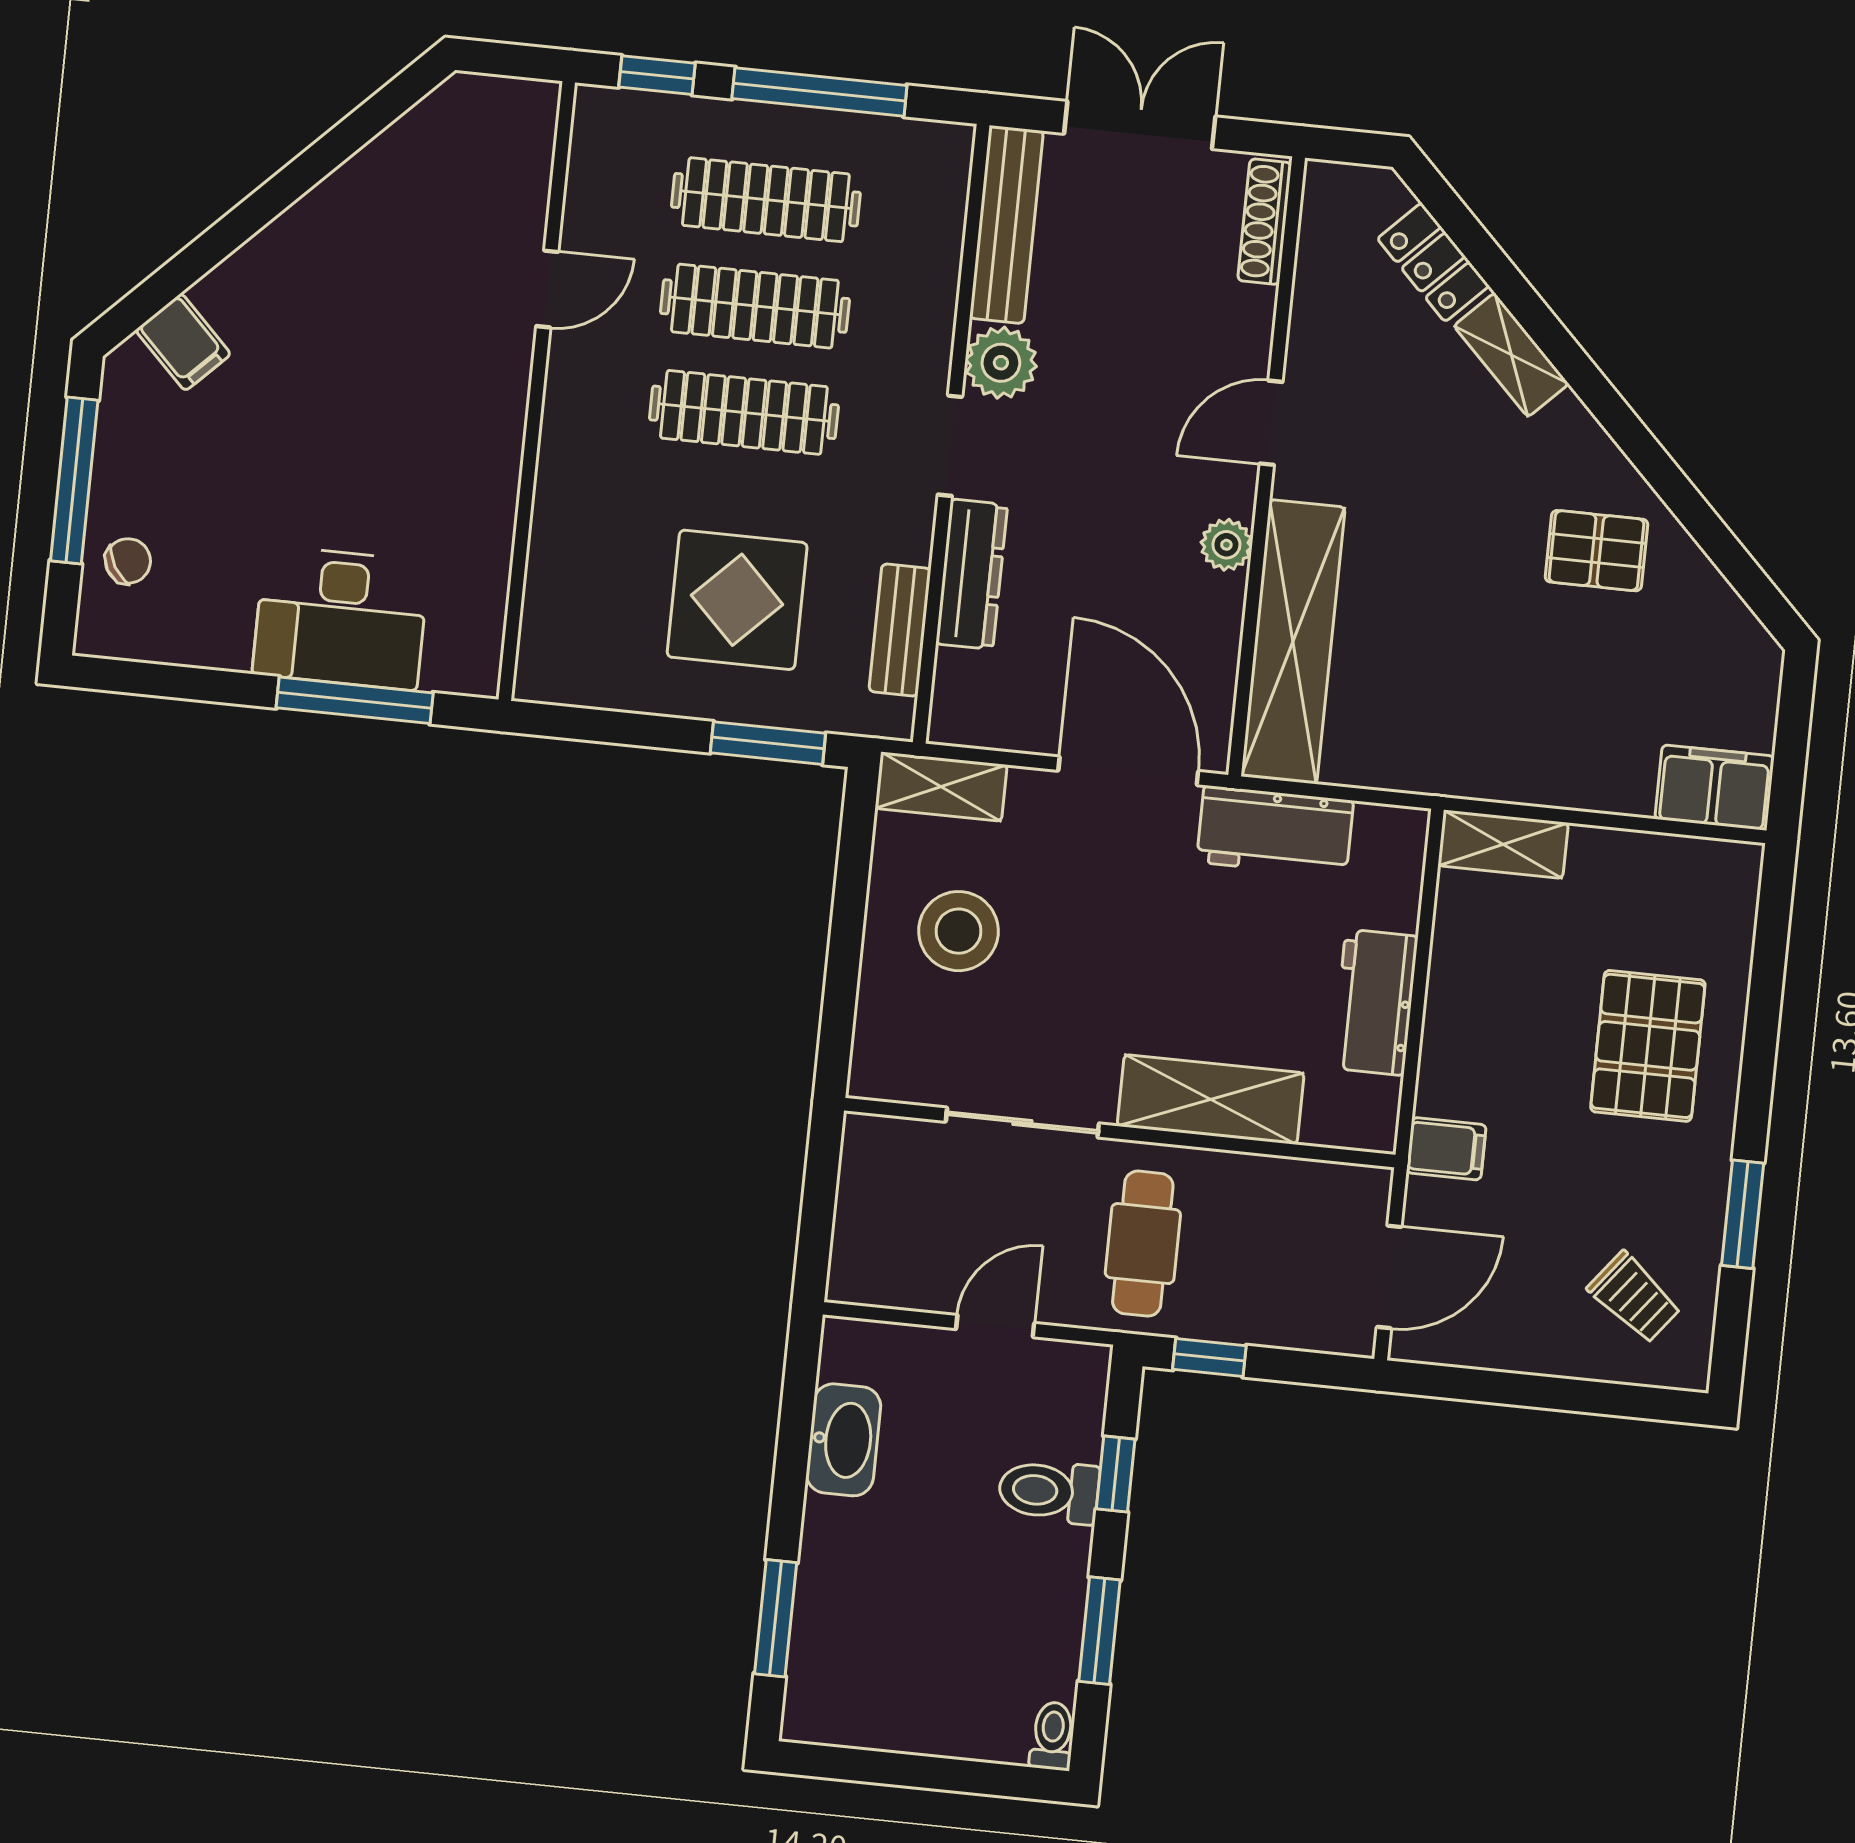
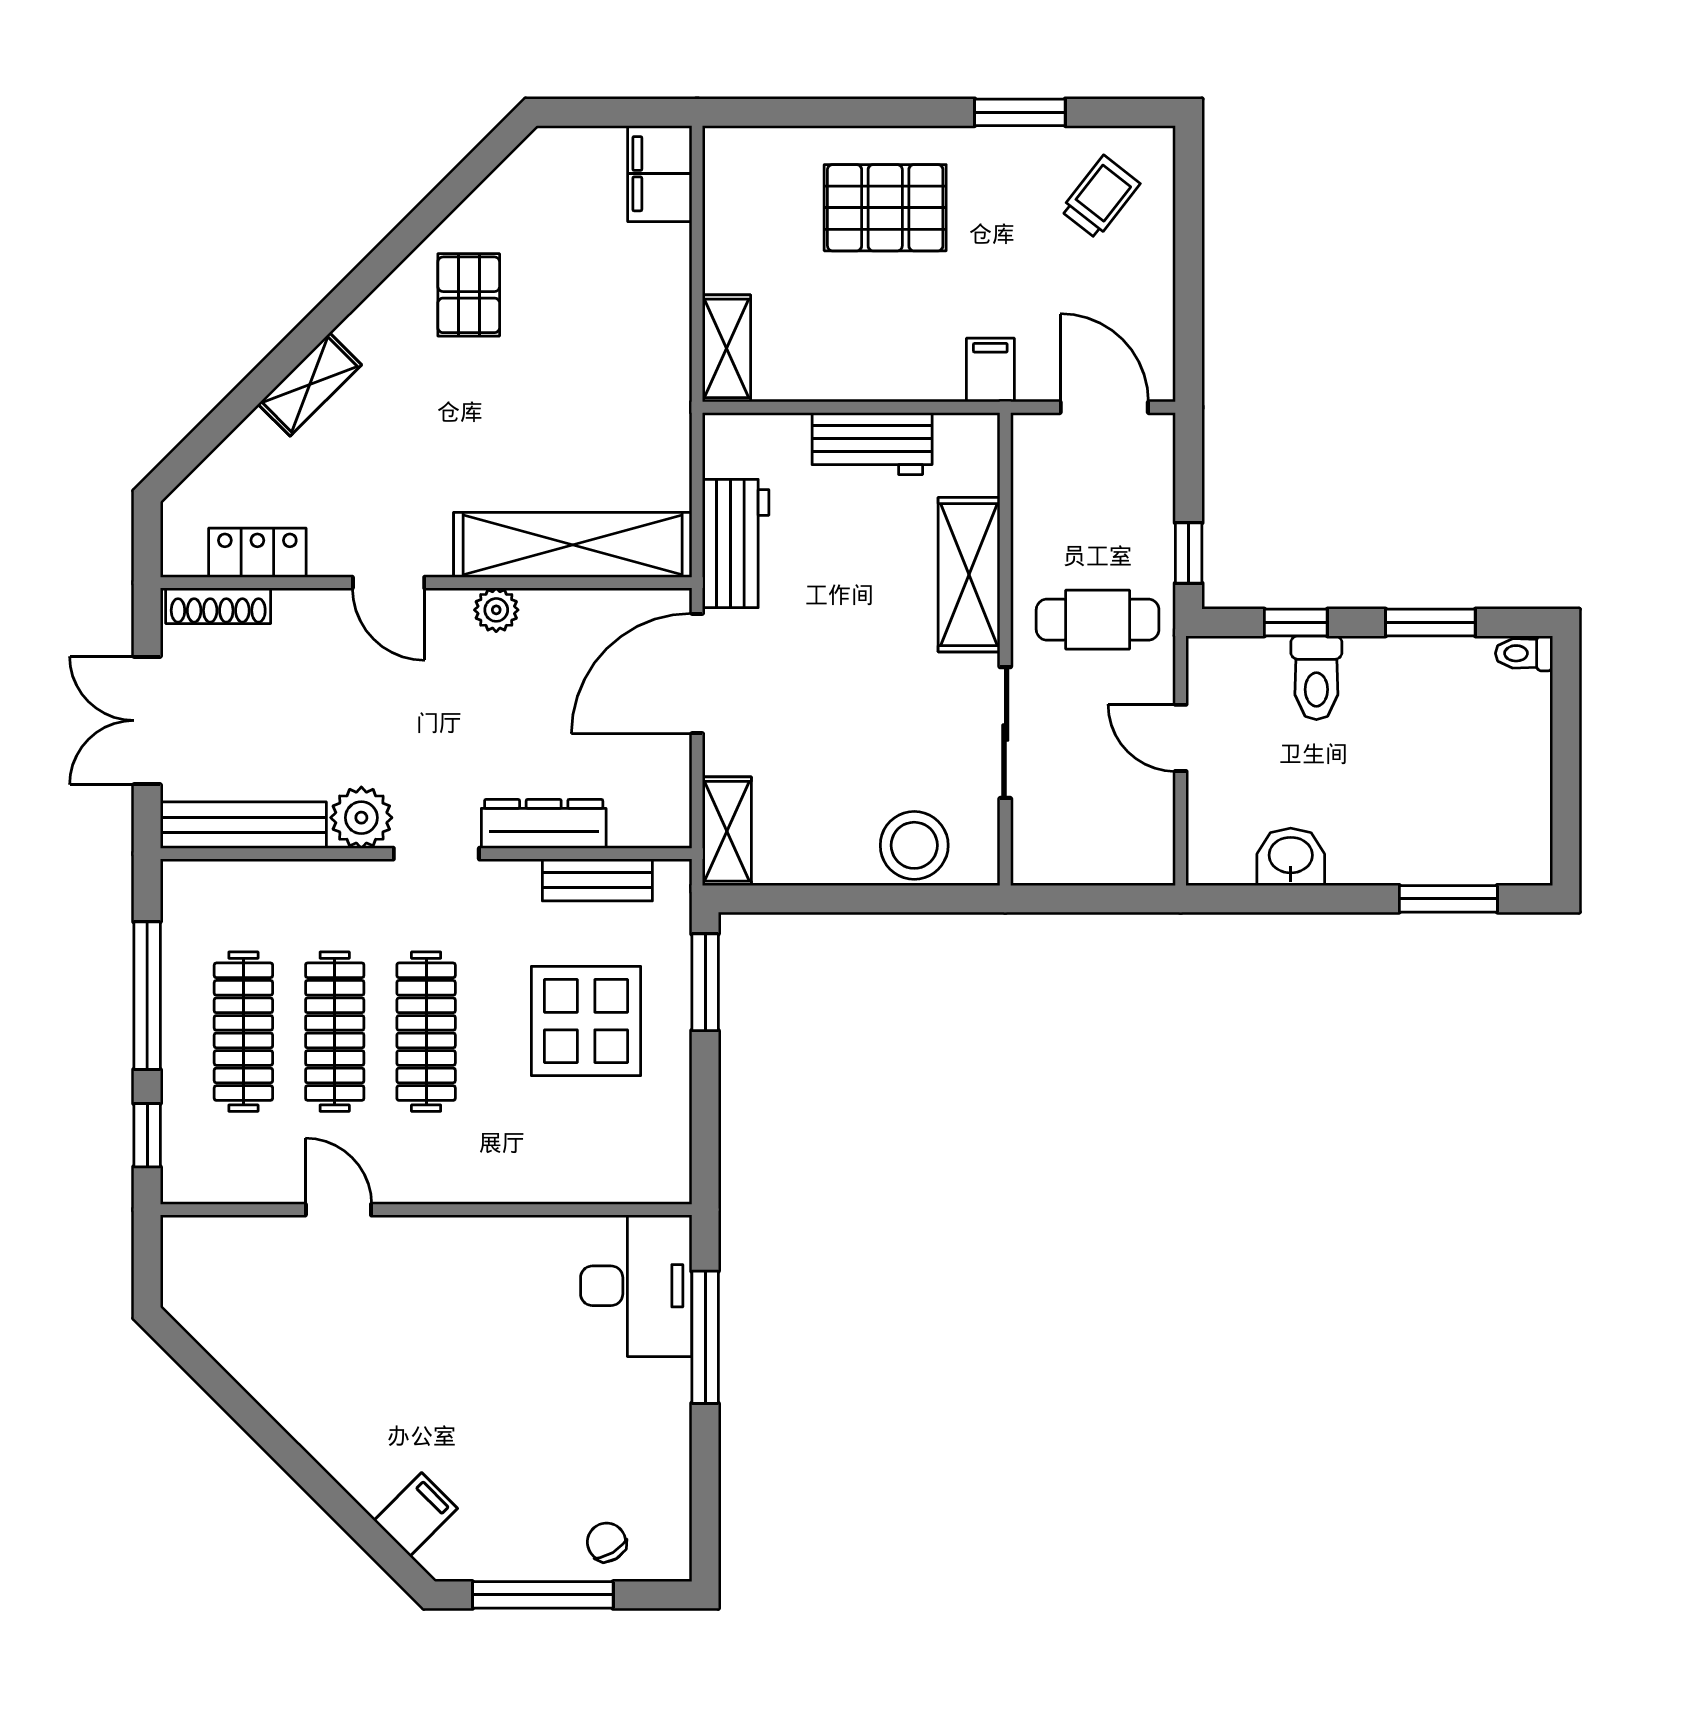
locker: (1433, 262) -> (257, 553), moved, turned -135
desk: (341, 618) -> (636, 1286), moved
stool: (959, 931) -> (914, 845), moved
washbasin: (843, 1440) -> (1291, 857), width x0.72

